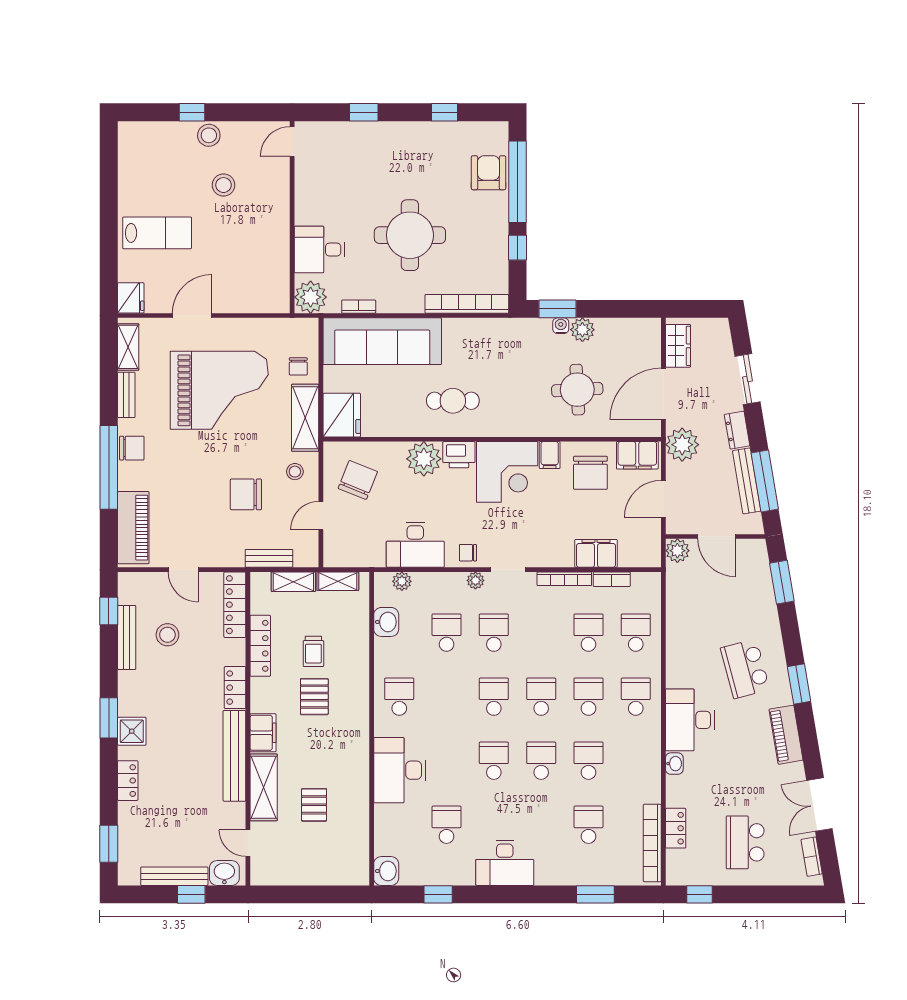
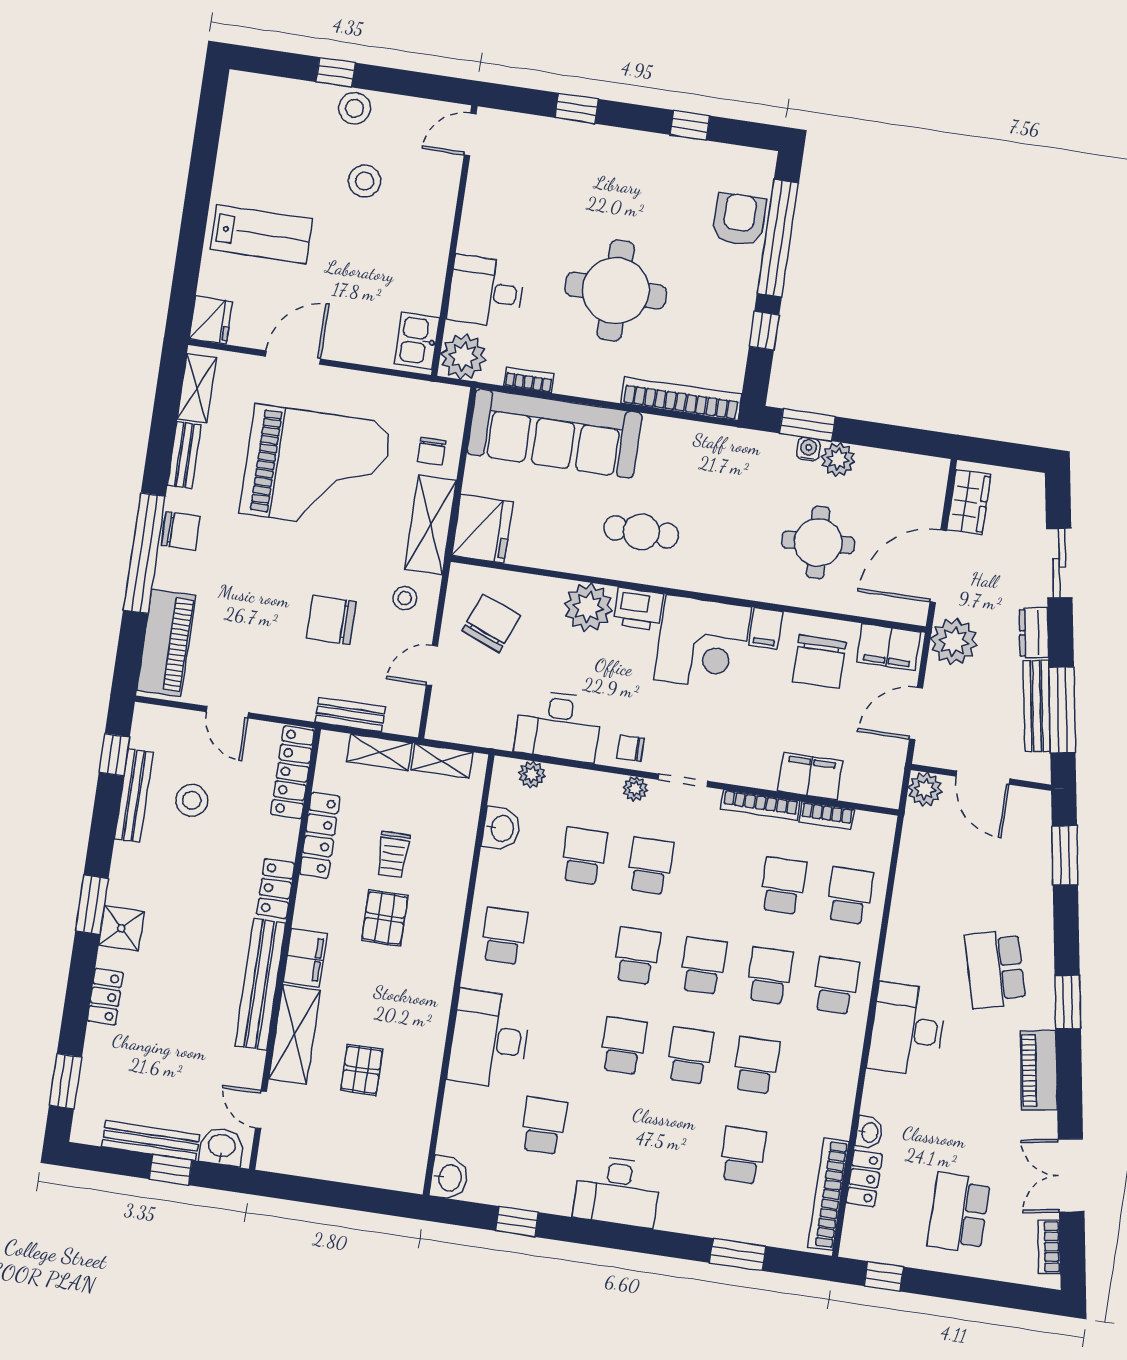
kitchen sink: (276, 291) -> (417, 341), added
washbasin: (674, 764) -> (869, 1132), moved

